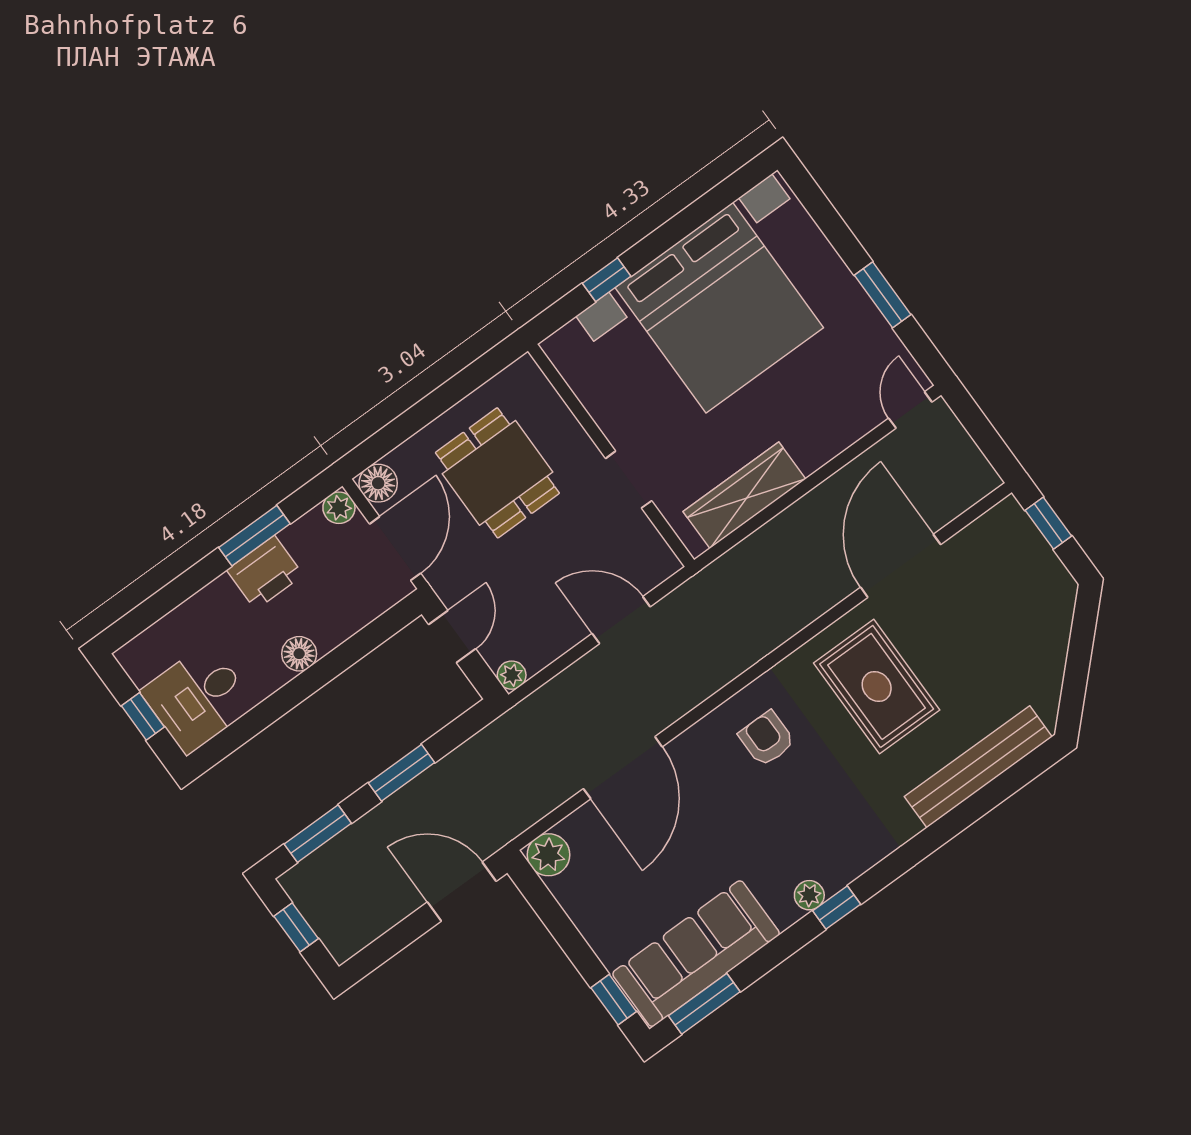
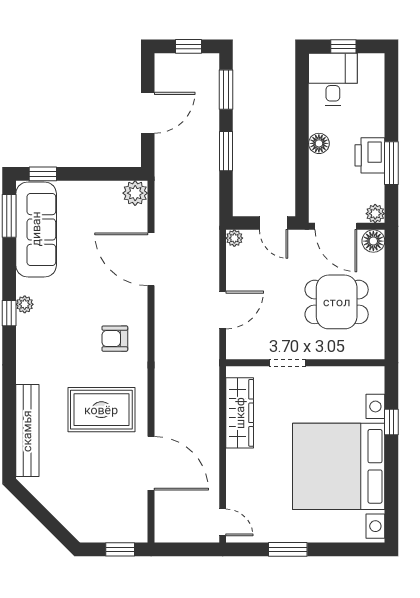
armchair: (767, 739) -> (115, 339), turned 180
door: (462, 892) -> (148, 113), moved

